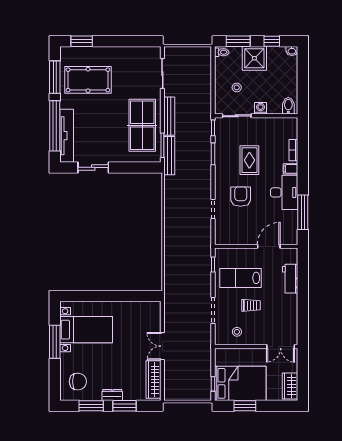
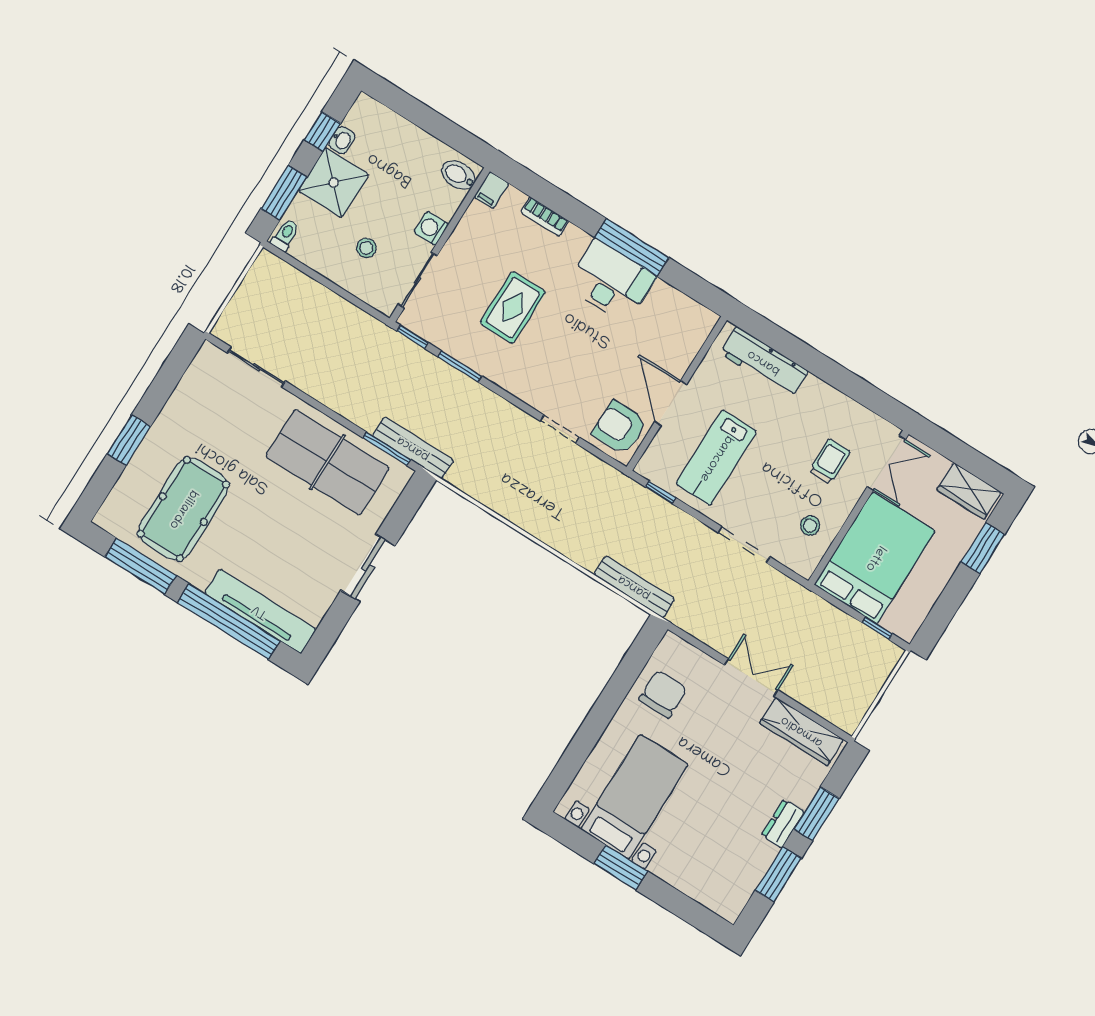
window: (82, 41) -> (129, 440), moved
washbasin: (292, 51) -> (342, 140), moved
bench: (169, 116) -> (634, 587), moved
rug: (249, 160) -> (513, 307), turned 90
sliding door: (93, 167) -> (368, 568), moved
filing cabinet: (291, 169) -> (491, 190), moved
armchair: (241, 197) -> (620, 427), moved
window: (303, 212) -> (632, 247), moved
door: (269, 246) -> (671, 403), moved
workbench: (290, 279) -> (764, 362), width x1.38
trolley: (251, 305) -> (830, 461), moved
window: (55, 342) -> (621, 867), width x0.69
double door: (162, 346) -> (751, 677), swing flipped
chair: (78, 382) -> (663, 694), moved
bed: (240, 383) -> (875, 558), moved
window: (245, 406) -> (983, 548), moved

